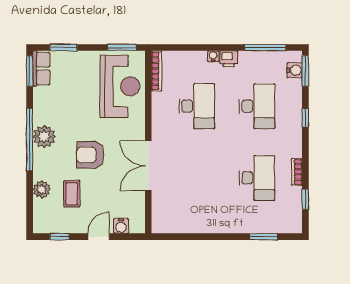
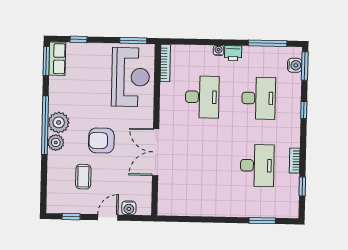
window: (63, 47) -> (78, 39), width x0.67
plant: (42, 189) -> (56, 142), moved

